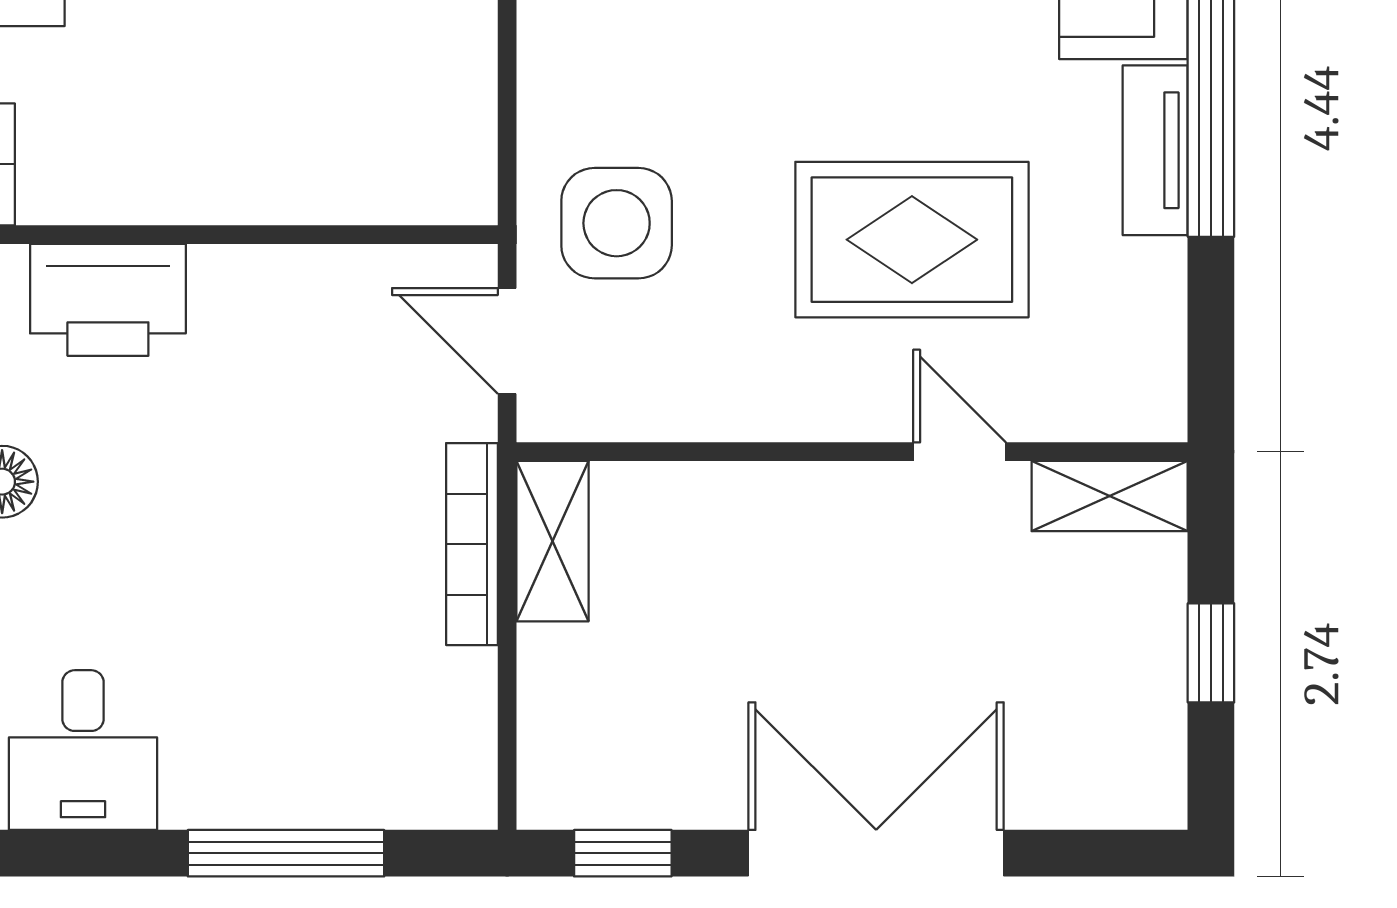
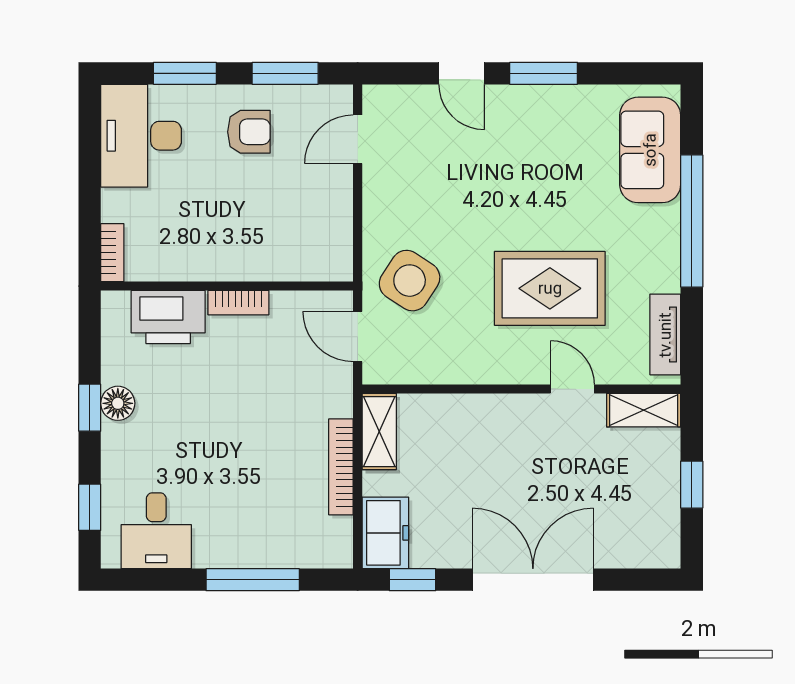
tv unit: (1155, 150) -> (665, 335), moved
side table: (617, 223) -> (410, 281), turned 33
bookcase: (256, 270) -> (238, 303), added
bookcase: (472, 544) -> (341, 467), moved
freezer: (565, 755) -> (385, 533), added

